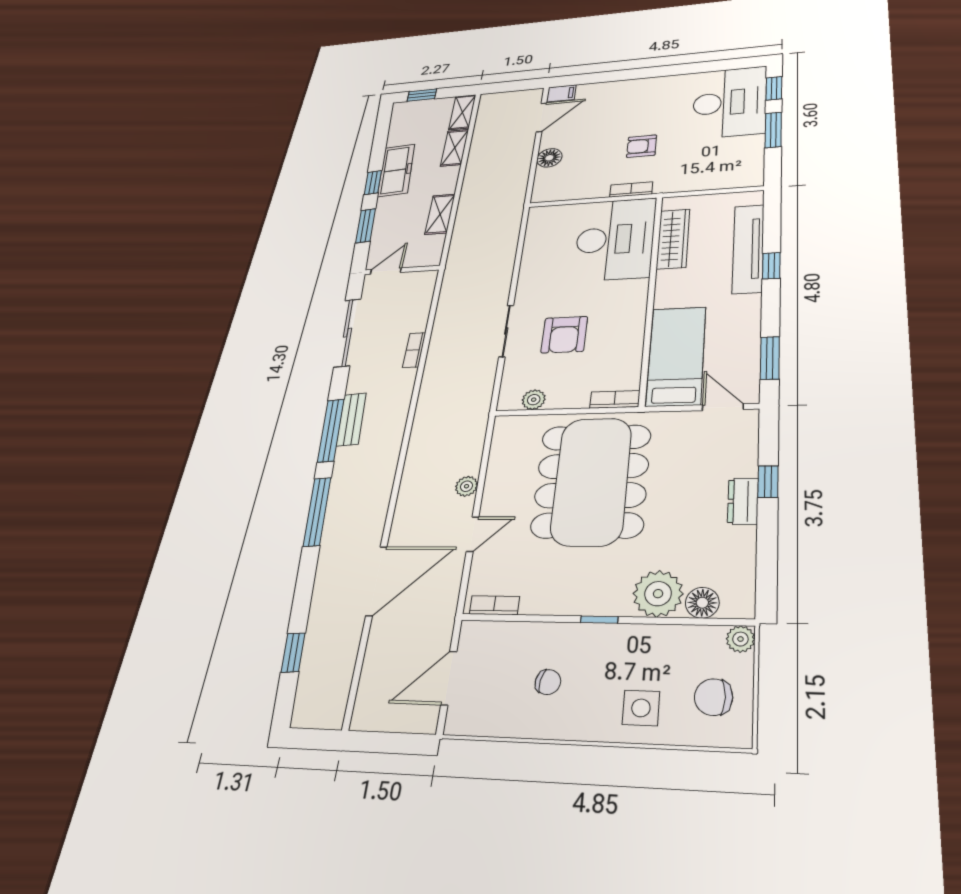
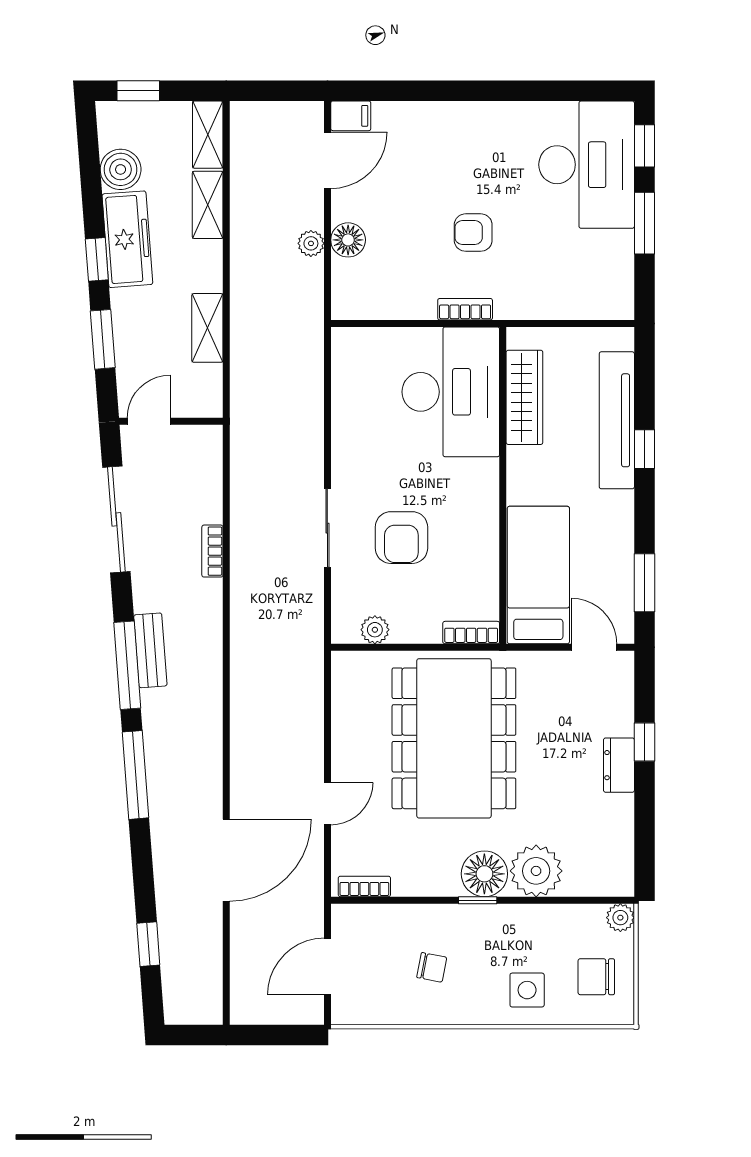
boiler: (401, 135) -> (121, 169), added
plant: (467, 486) -> (311, 243), moved
floor lamp: (702, 603) -> (484, 874), moved, width x1.38, depth x1.38

